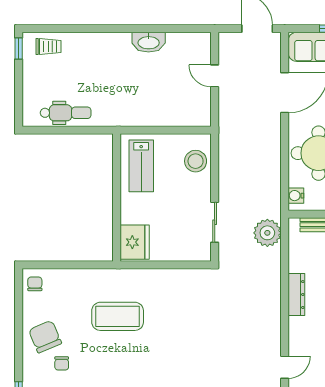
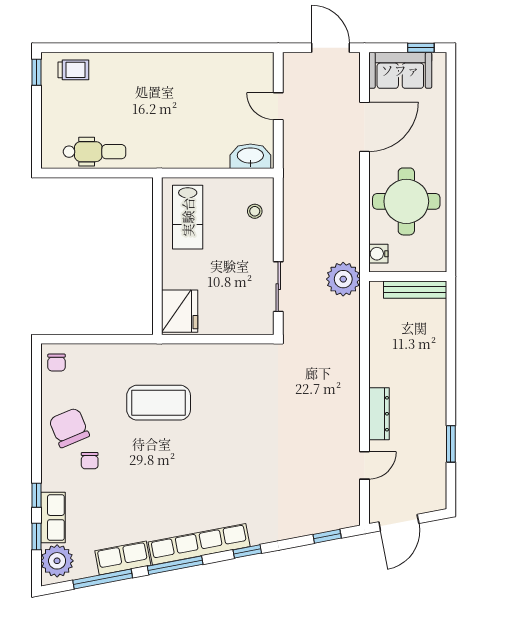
washbasin: (149, 42) -> (250, 156), moved, turned 180
stool: (196, 161) -> (255, 211), width x0.53, depth x0.53
plant: (267, 233) -> (343, 279), moved
chair: (35, 284) -> (57, 363), turned 180
dresser: (296, 295) -> (379, 414), moved

